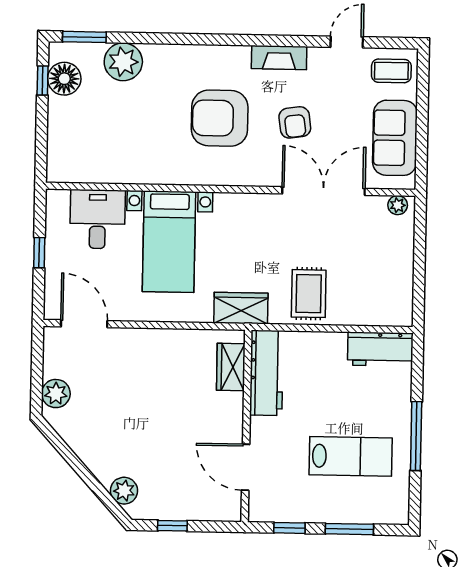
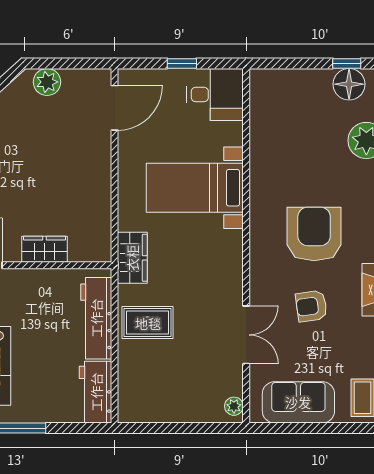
double door: (323, 191) -> (246, 335), width x0.73
desk: (98, 219) -> (215, 94), moved
wardrobe: (231, 367) -> (44, 249), moved
workbench: (267, 373) -> (96, 318), moved, turned 90

